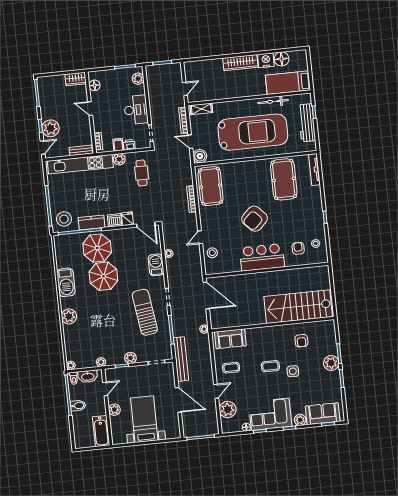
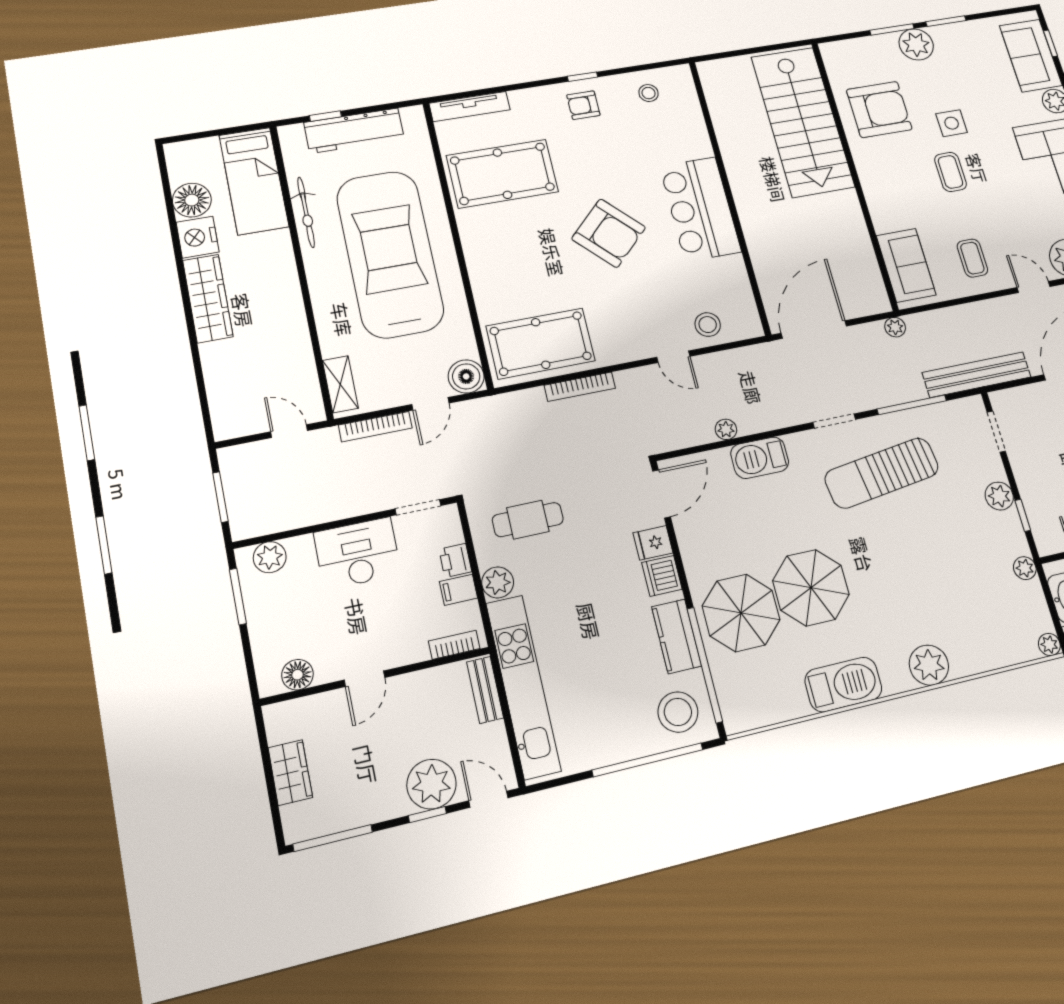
wardrobe: (76, 79) -> (290, 772), moved
armchair: (298, 248) -> (583, 105), moved
armchair: (301, 341) -> (879, 109), width x1.88, depth x1.88

